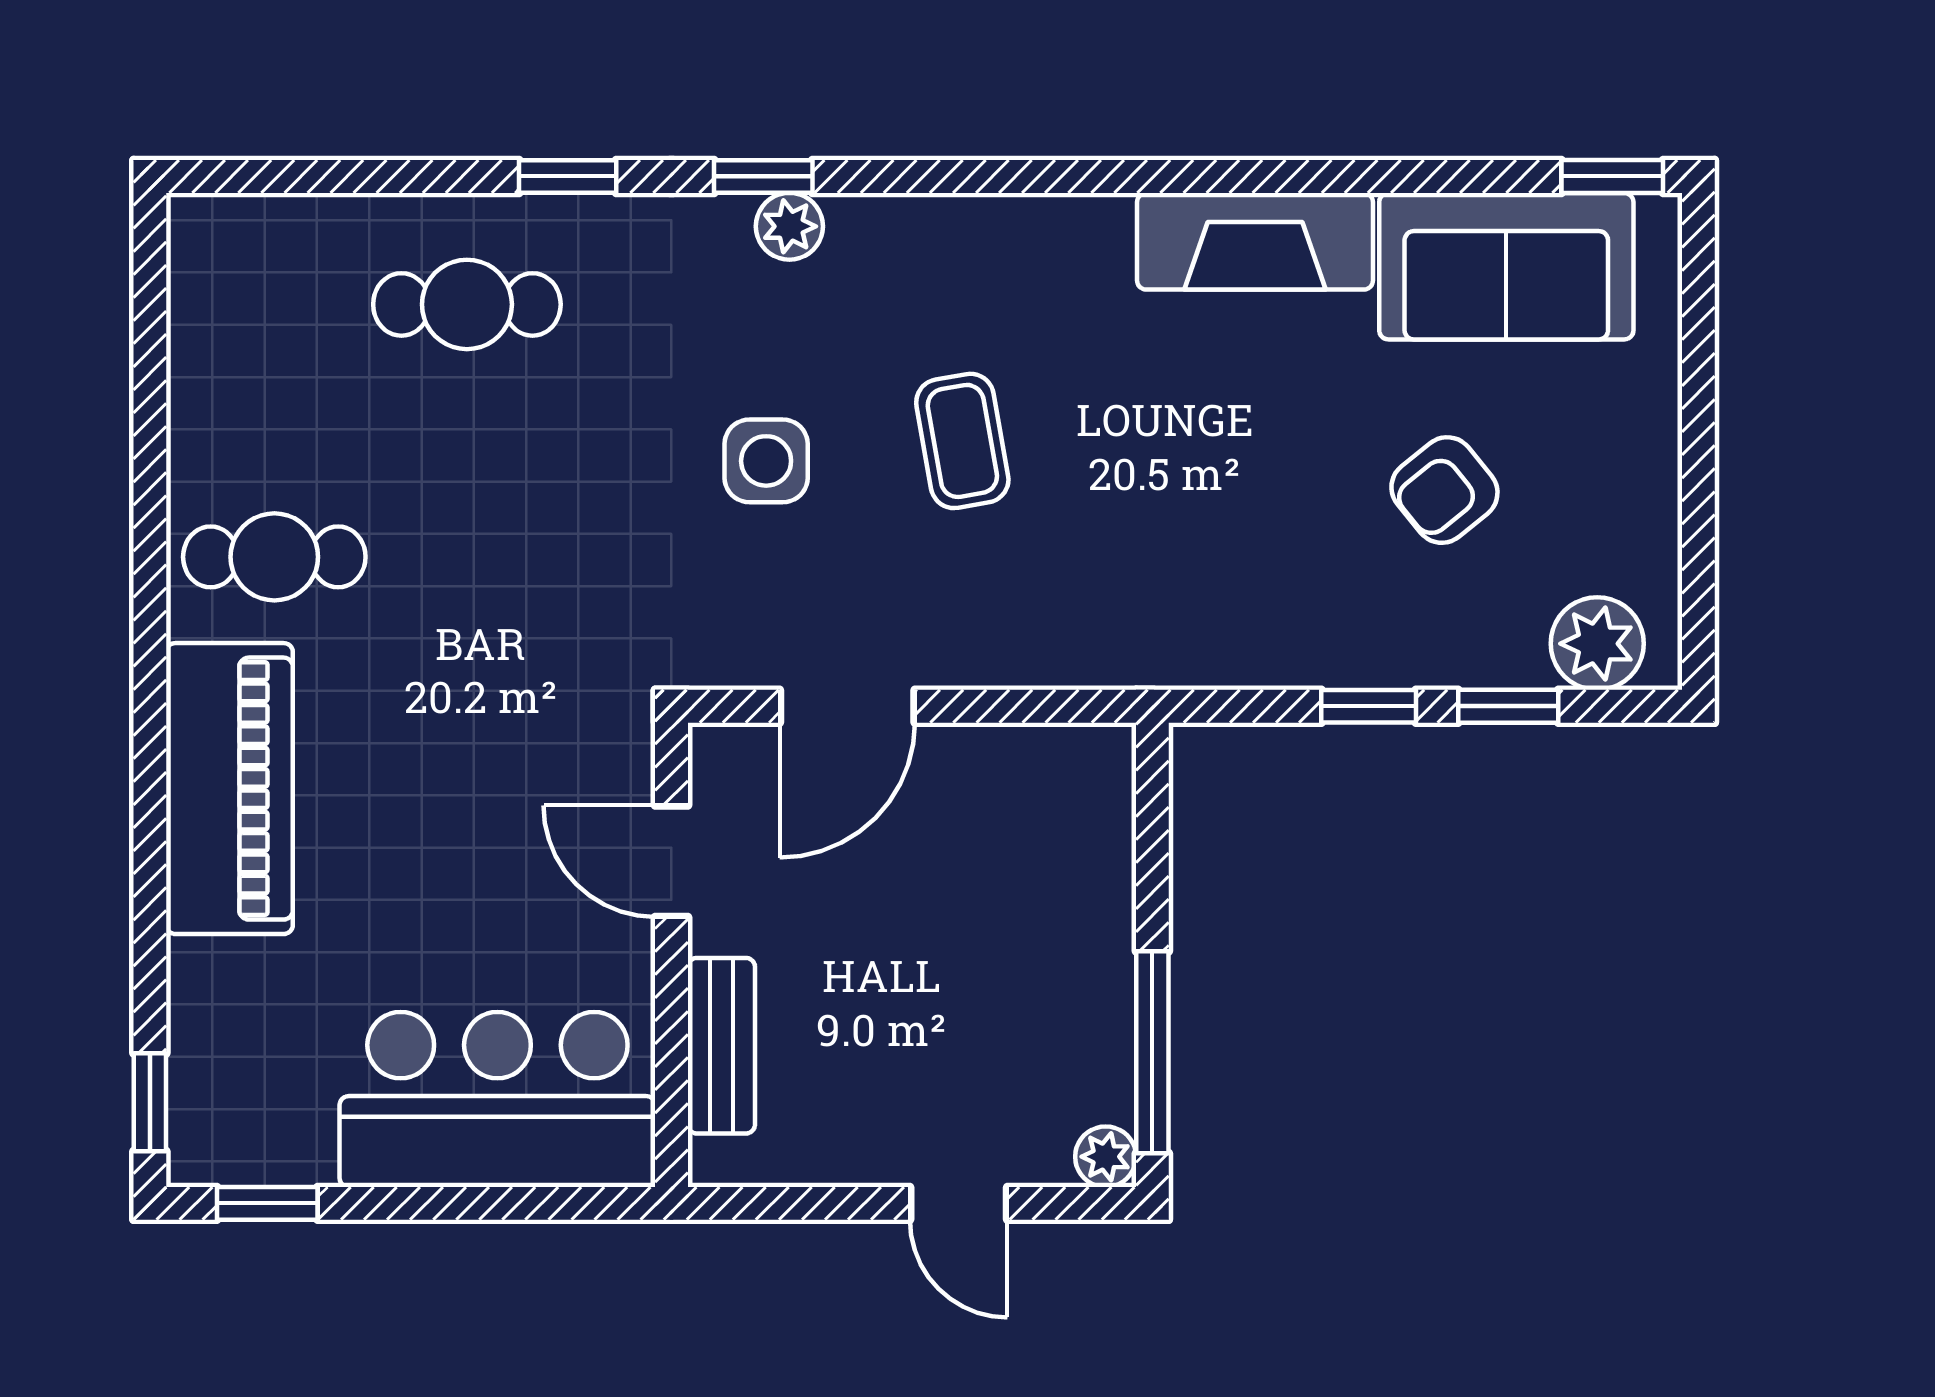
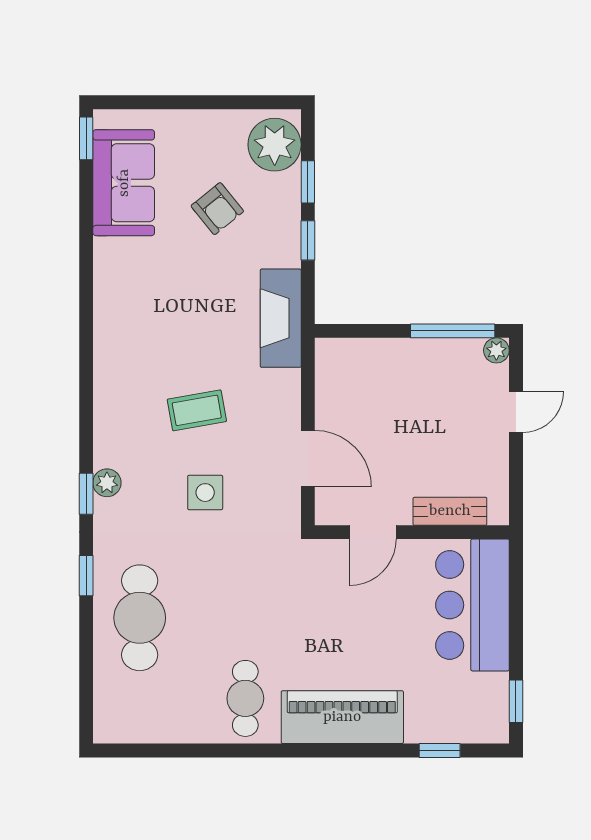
fireplace: (1255, 241) -> (281, 318), moved, turned 180
cafe table: (467, 304) -> (140, 618), width x1.37, depth x1.35
plant: (1597, 644) -> (275, 145), width x1.36, depth x1.36
window: (150, 1102) -> (440, 750), moved

